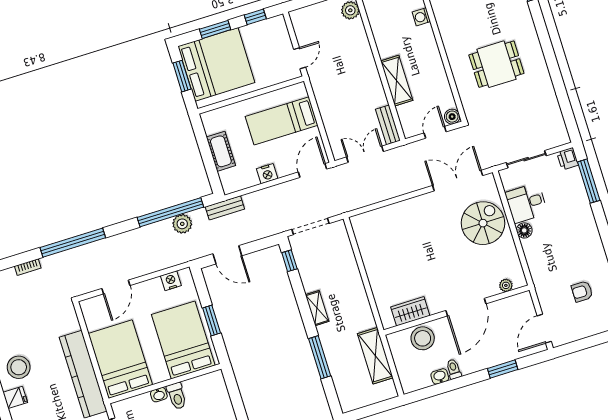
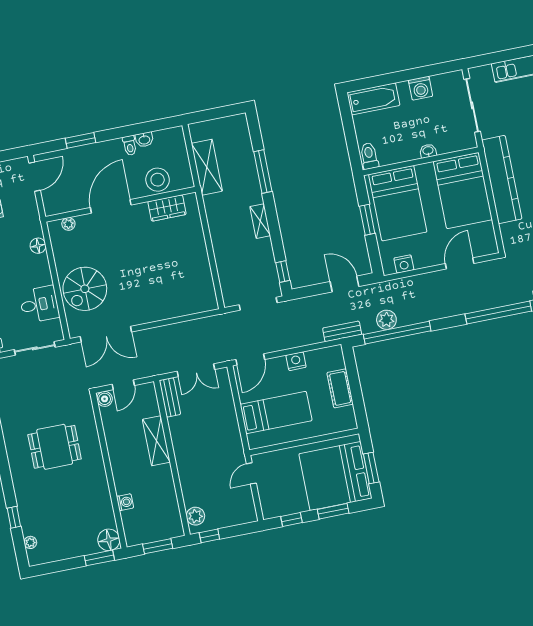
floor lamp: (524, 230) -> (38, 246), moved
toilet: (177, 396) -> (369, 156), moved

